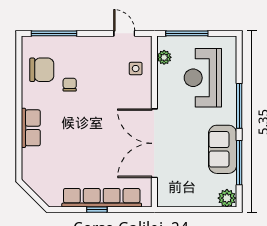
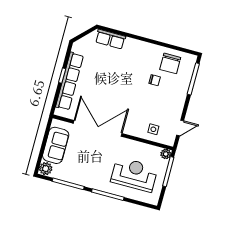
plant: (164, 57) -> (166, 154), moved
row of seats: (31, 128) -> (110, 39), moved
sofa: (223, 149) -> (56, 145), moved, turned 90

